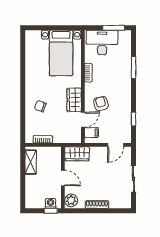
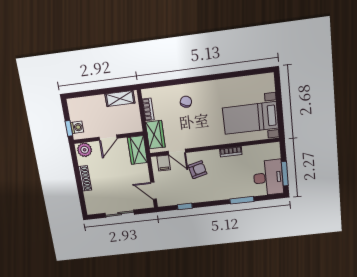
desk: (102, 42) -> (268, 178), moved
wardrobe: (74, 100) -> (155, 135), moved, turned 90

